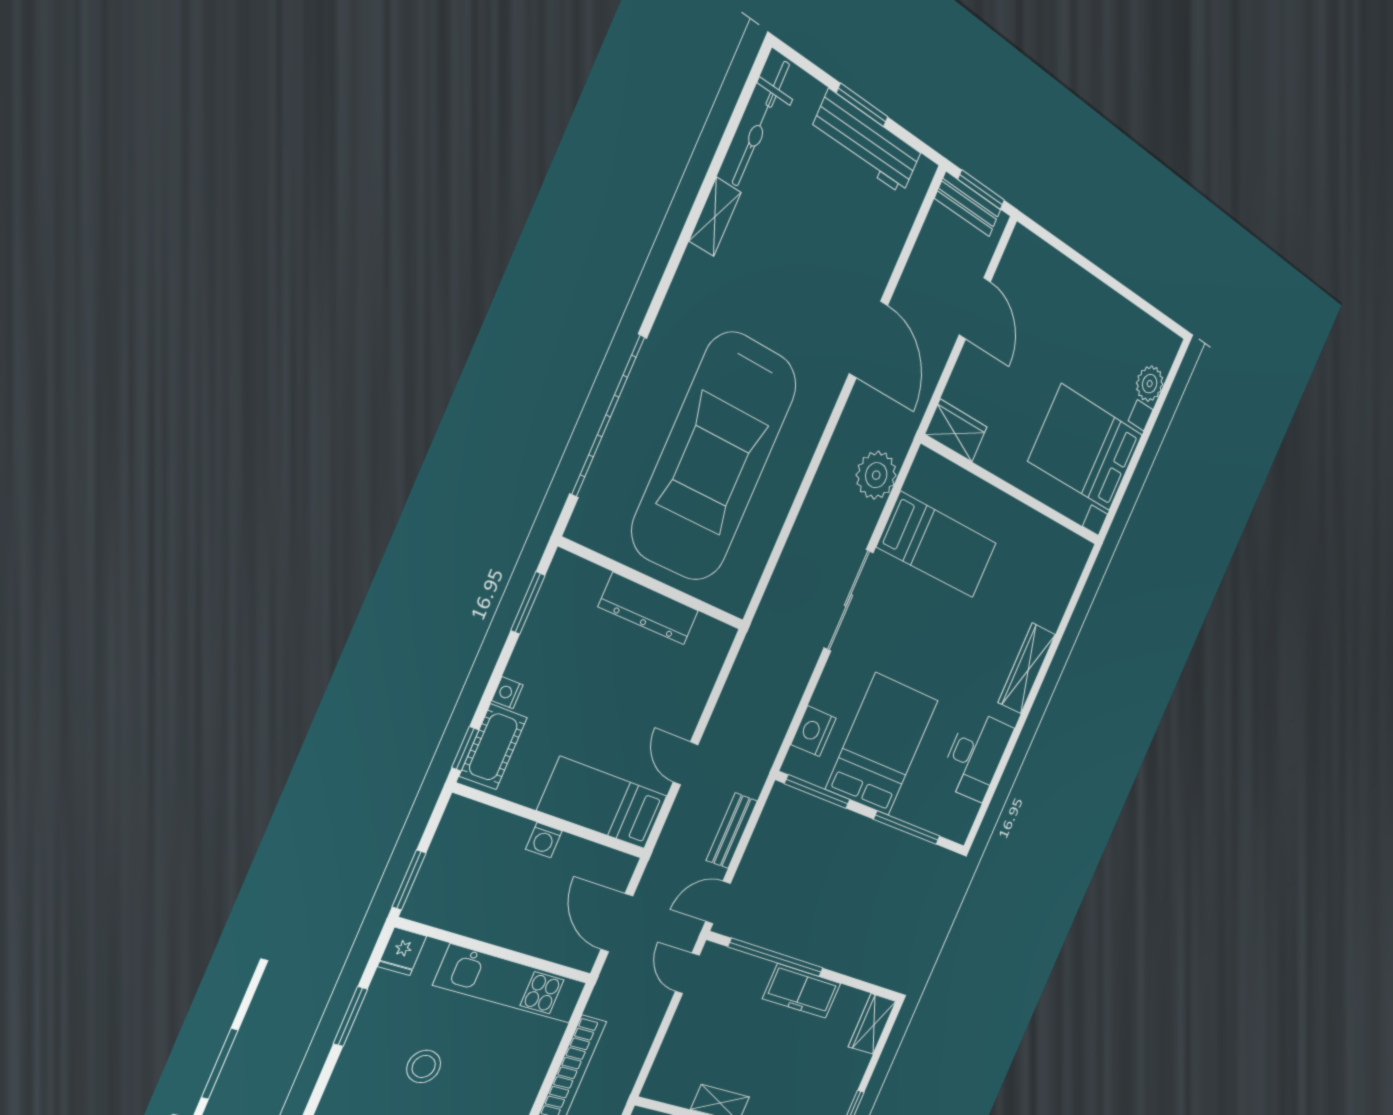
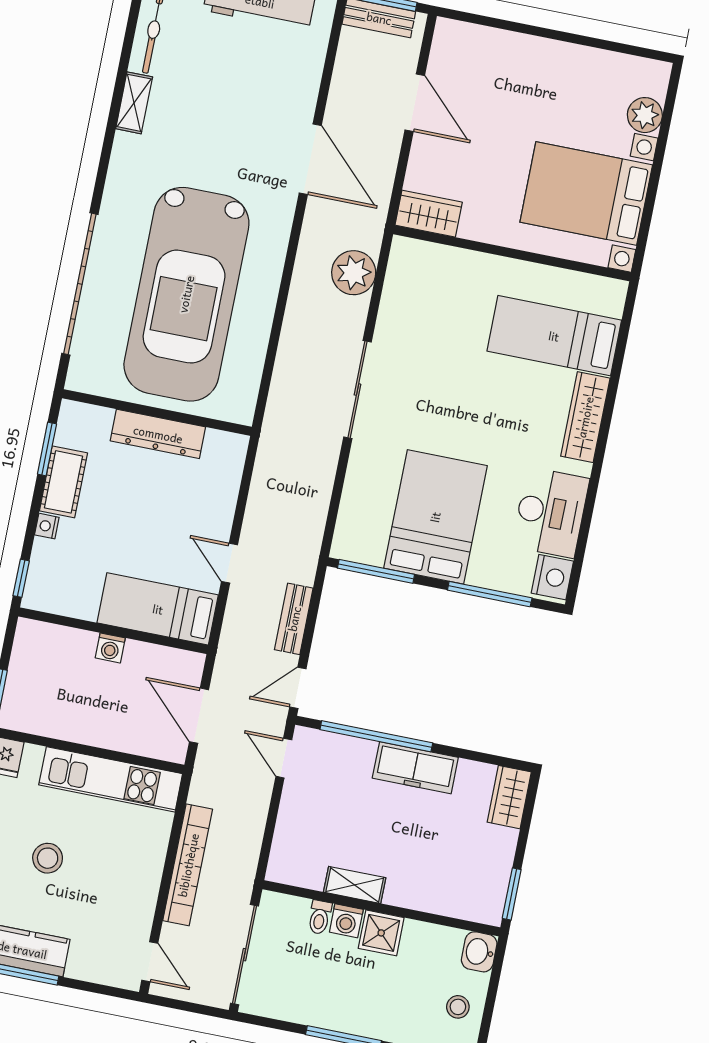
bed: (937, 545) -> (554, 336), moved, turned 180
nightstand: (814, 731) -> (552, 577), moved, turned 180
cot: (493, 747) -> (63, 482), moved

